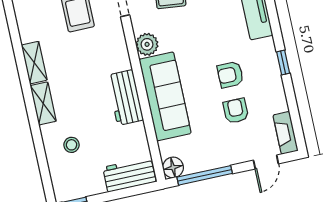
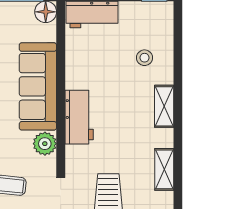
shelving: (34, 63) -> (164, 169), moved
workbench: (125, 98) -> (79, 117), moved

